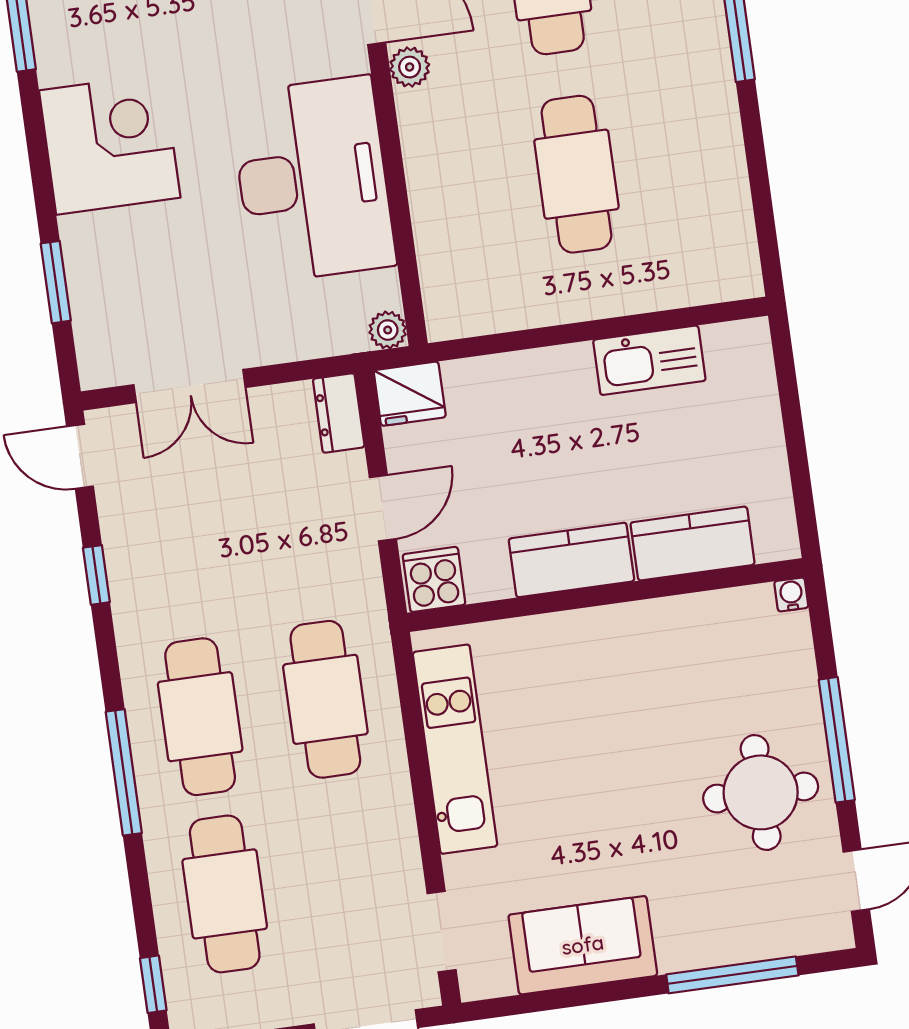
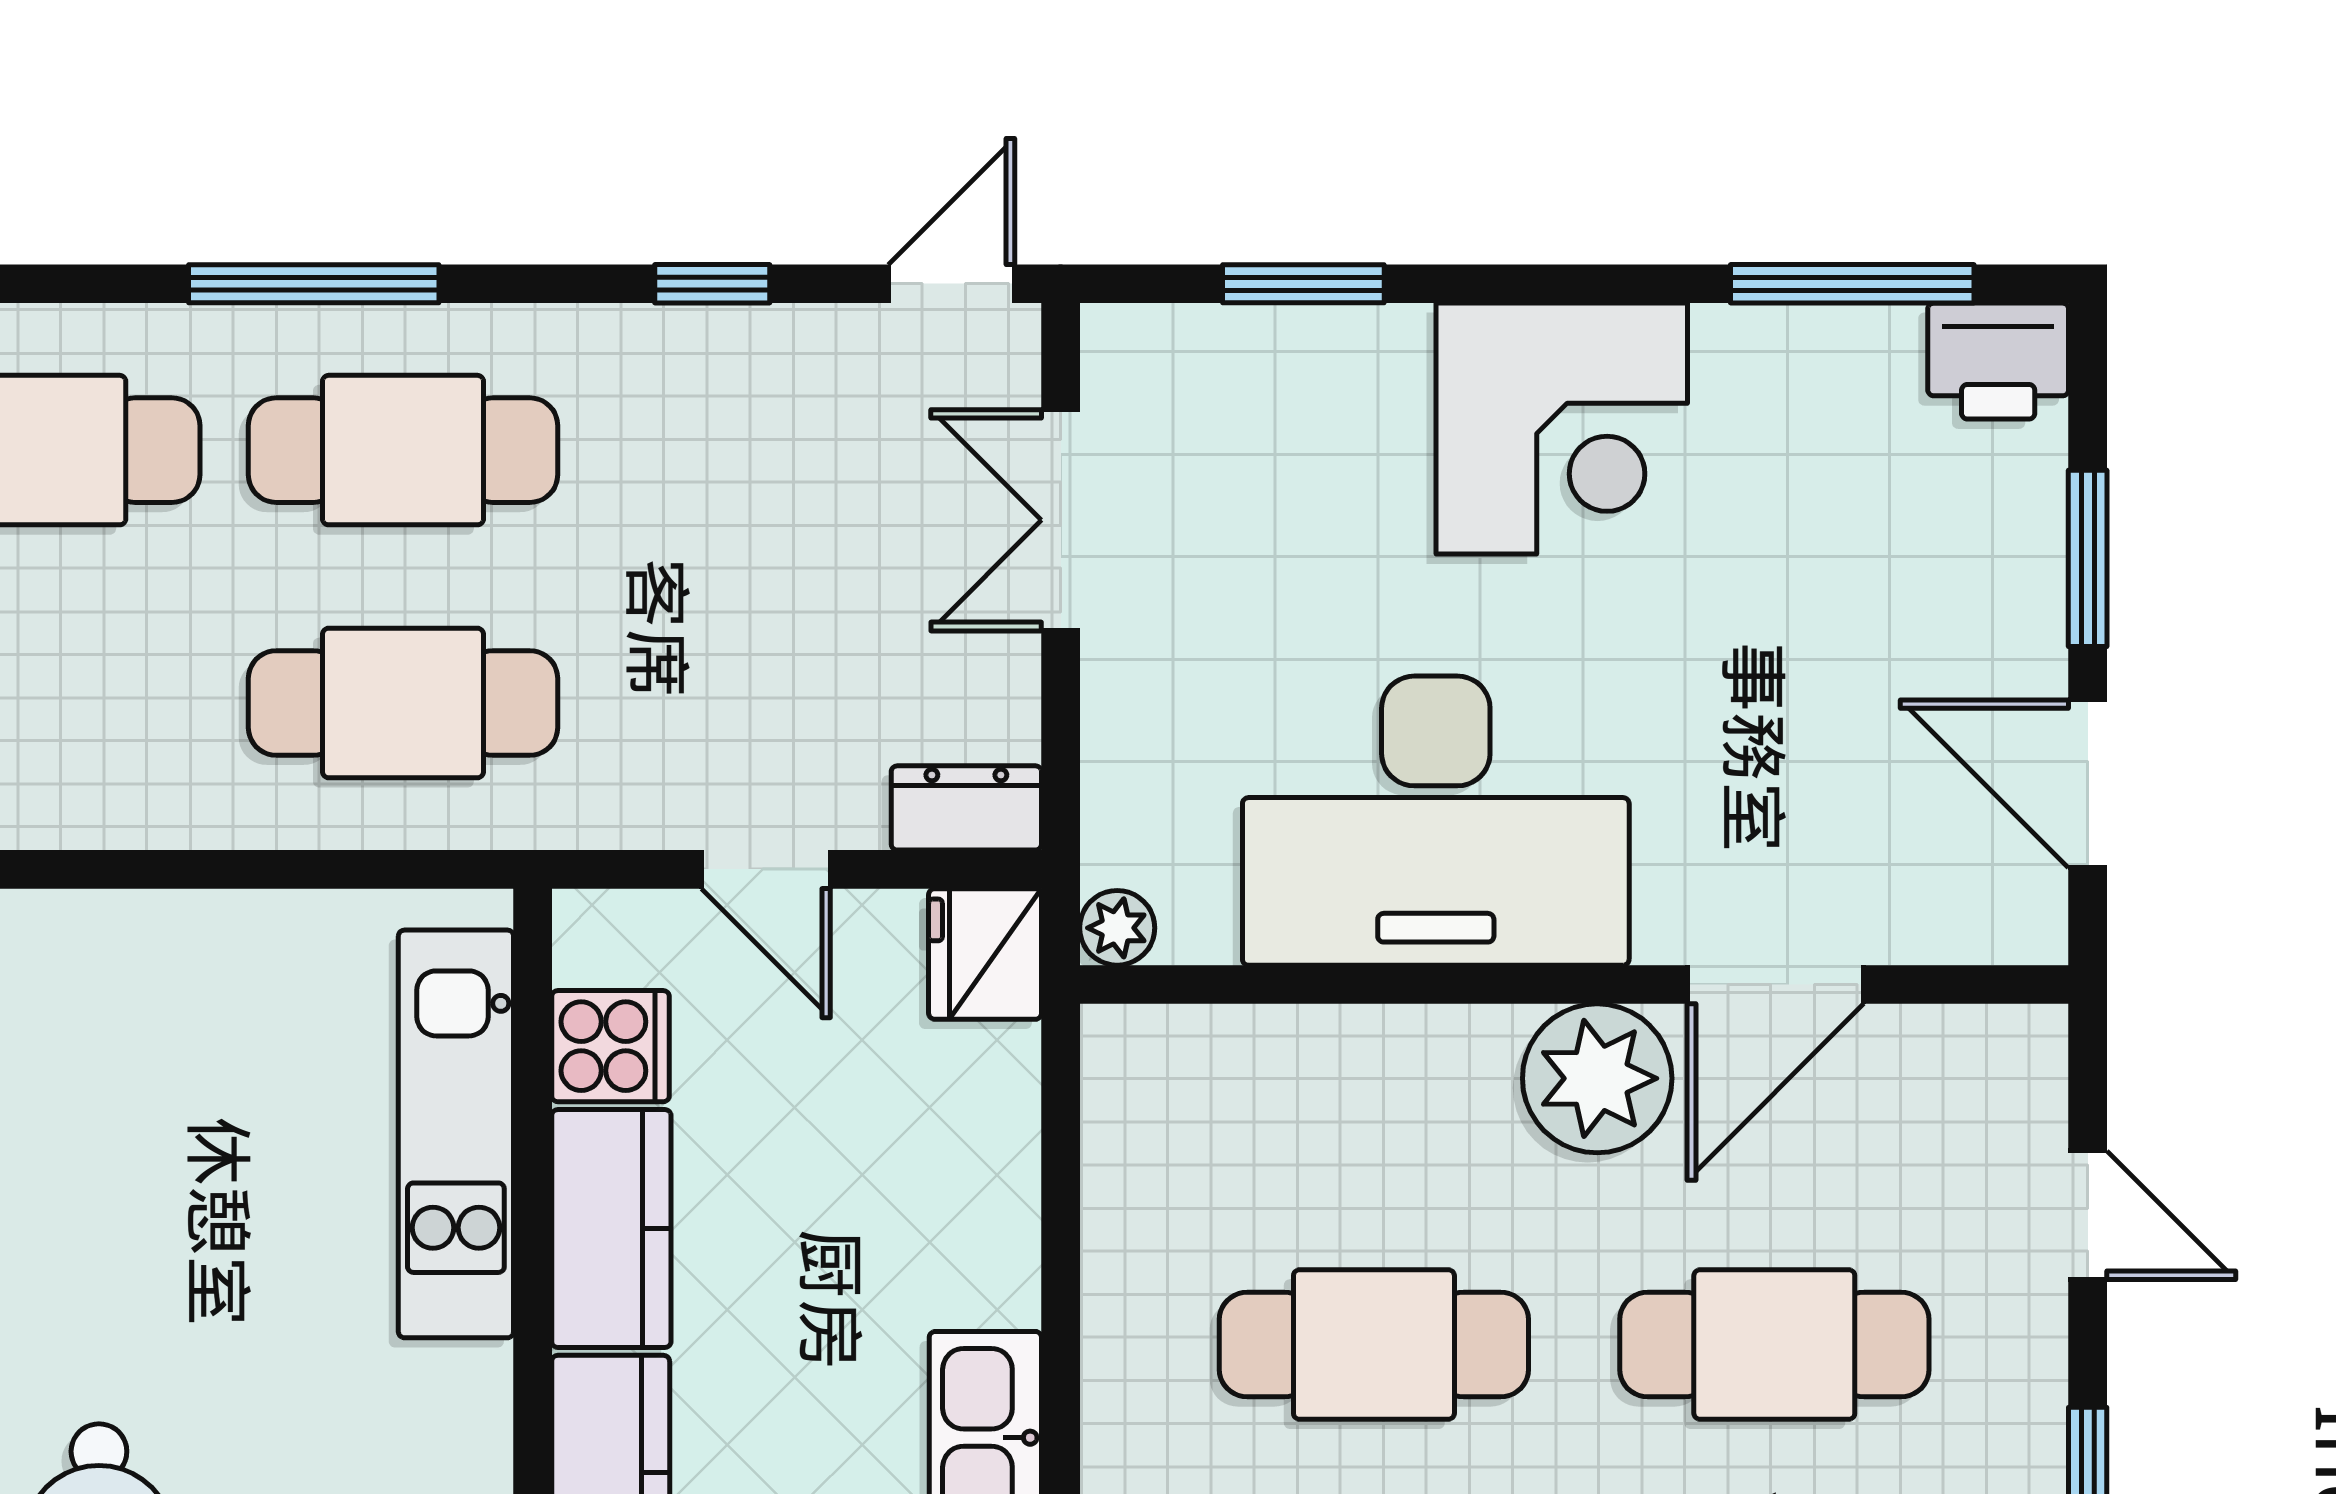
plant: (410, 67) -> (1597, 1078), width x1.88, depth x1.88
cooker: (434, 579) -> (611, 1046), moved
kitchen unit: (455, 749) -> (456, 1134), moved, turned 90

